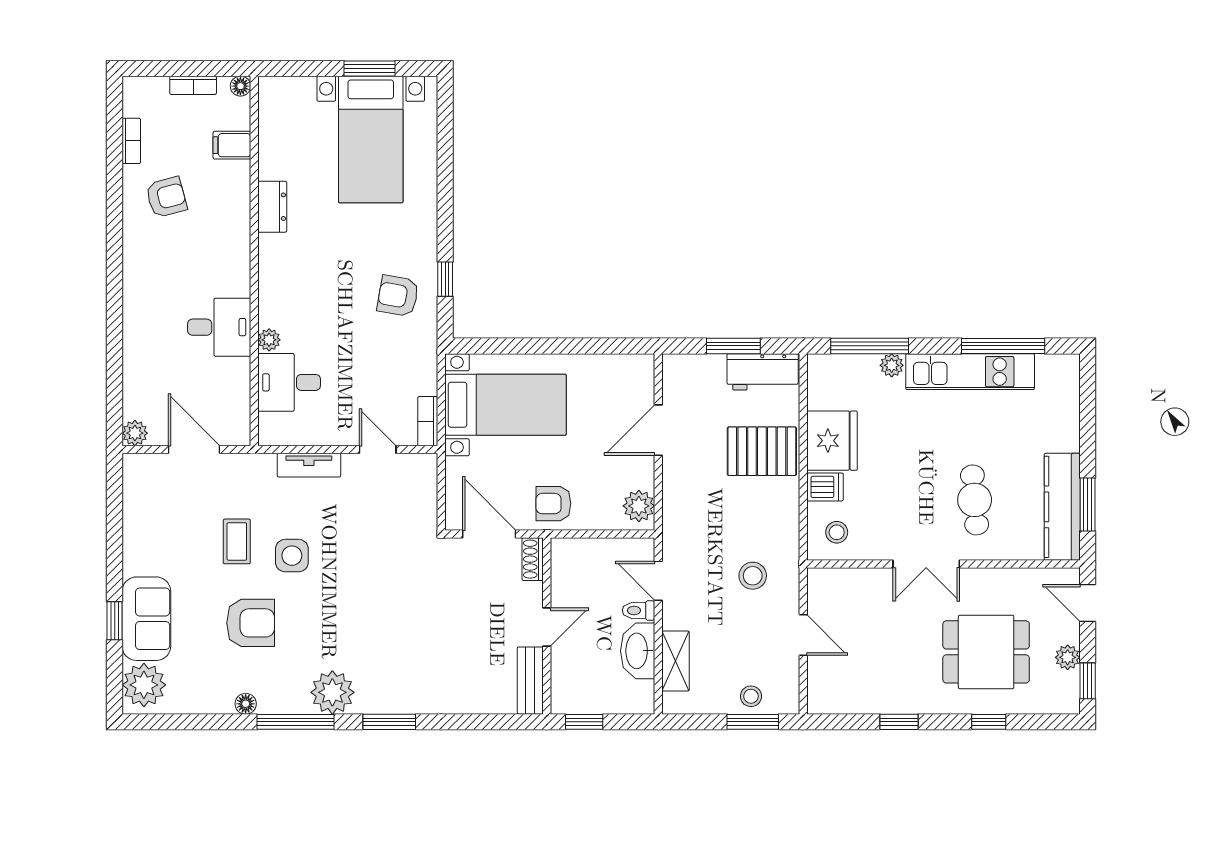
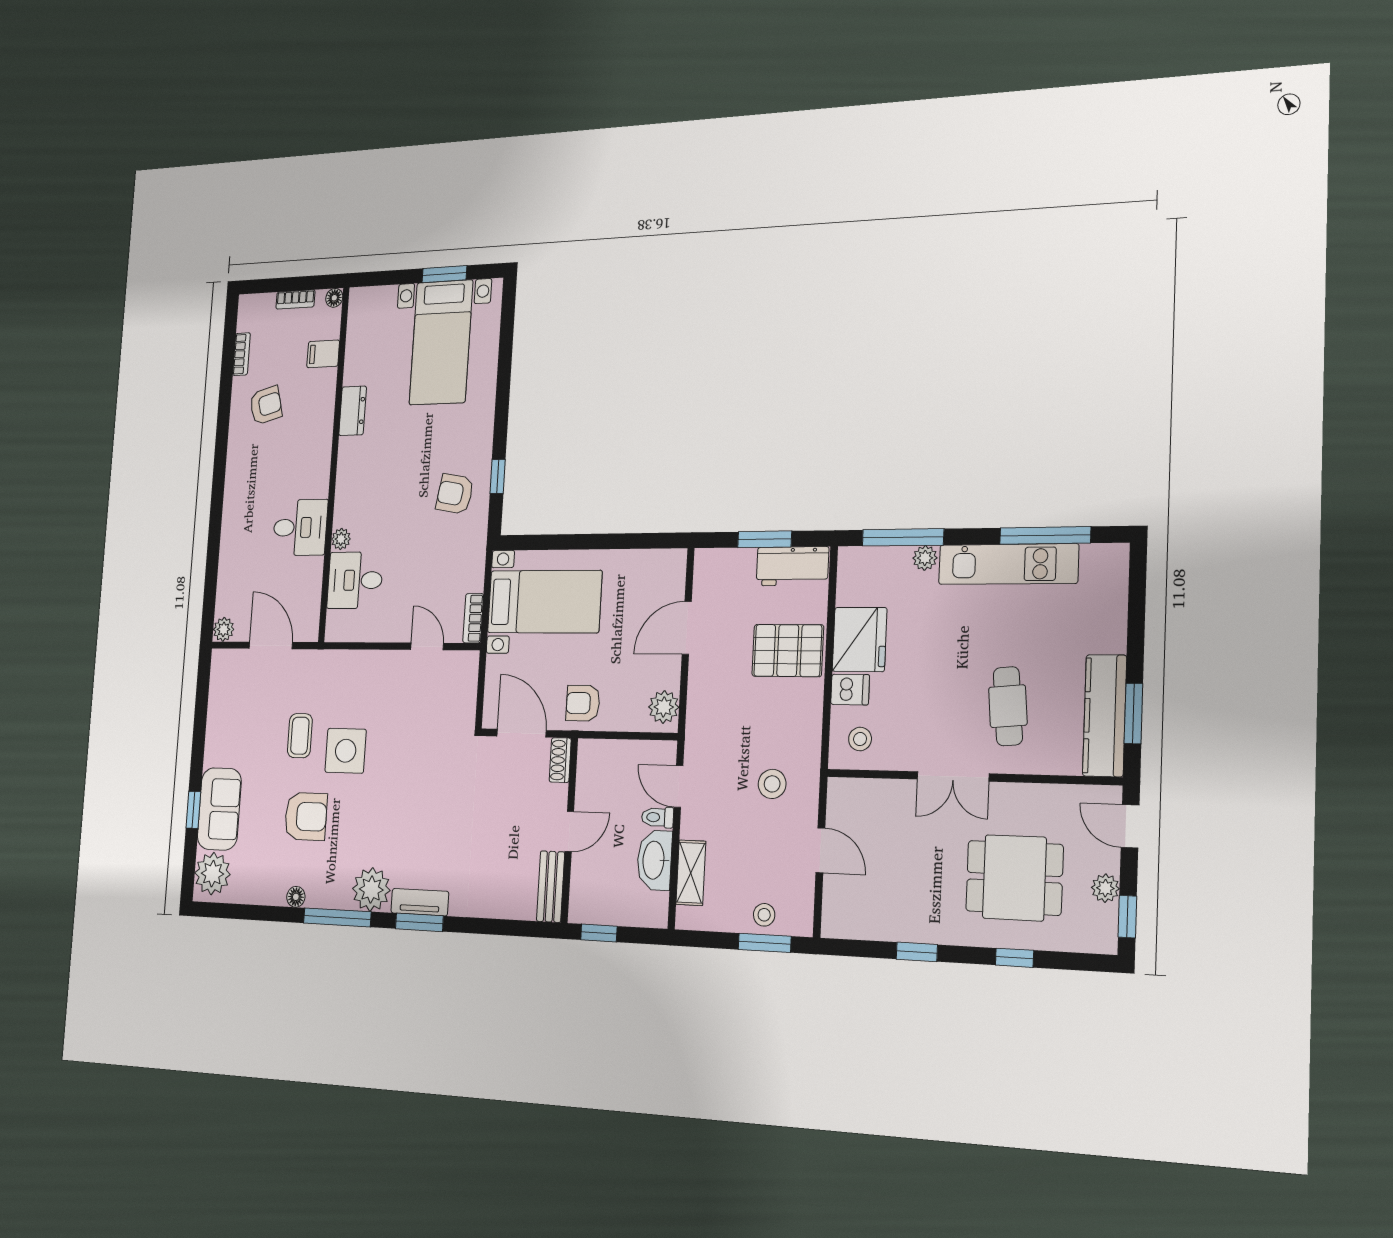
tv unit: (309, 465) -> (420, 902), moved, turned 180
side table: (292, 556) -> (346, 751), width x1.37, depth x1.37

